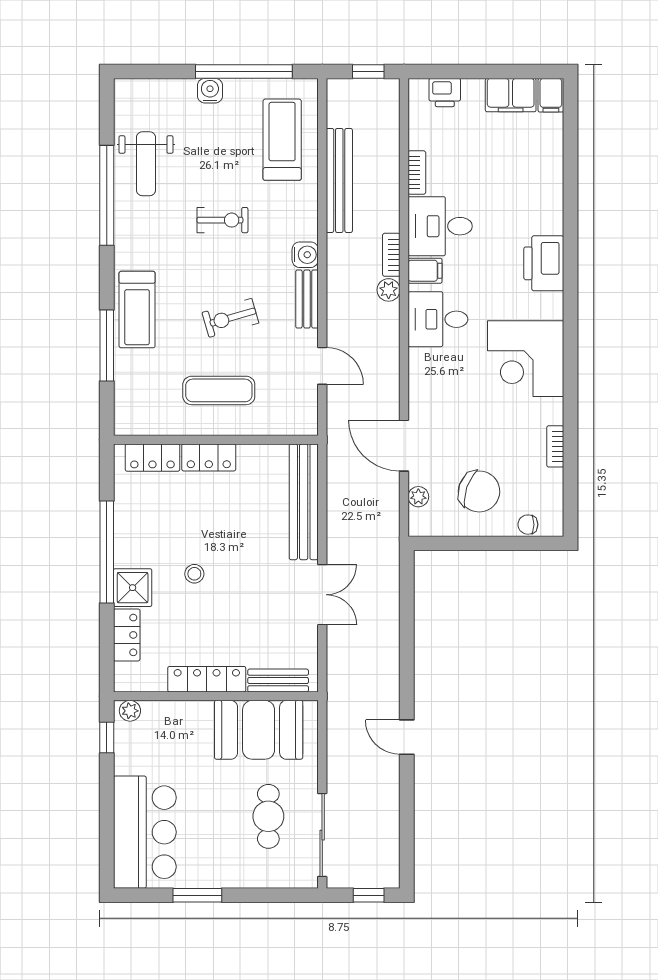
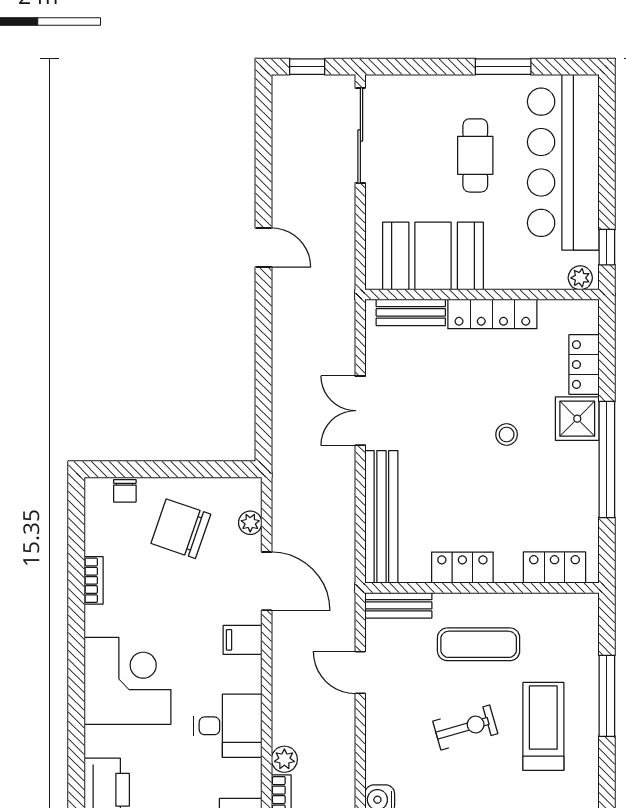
filing cabinet: (425, 271) -> (243, 640), moved
bench: (307, 299) -> (398, 605), moved, turned 90
treadmill: (137, 310) -> (543, 726), moved
locker: (209, 457) -> (462, 568), moved
chair: (528, 525) -> (125, 491), turned 90
cafe table: (268, 816) -> (475, 155), moved
bar counter: (145, 832) -> (563, 162), width x1.36

